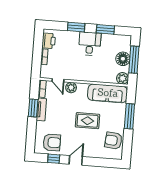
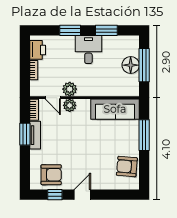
plant: (122, 78) -> (70, 89), moved
rug: (87, 121) -> (93, 145), removed

